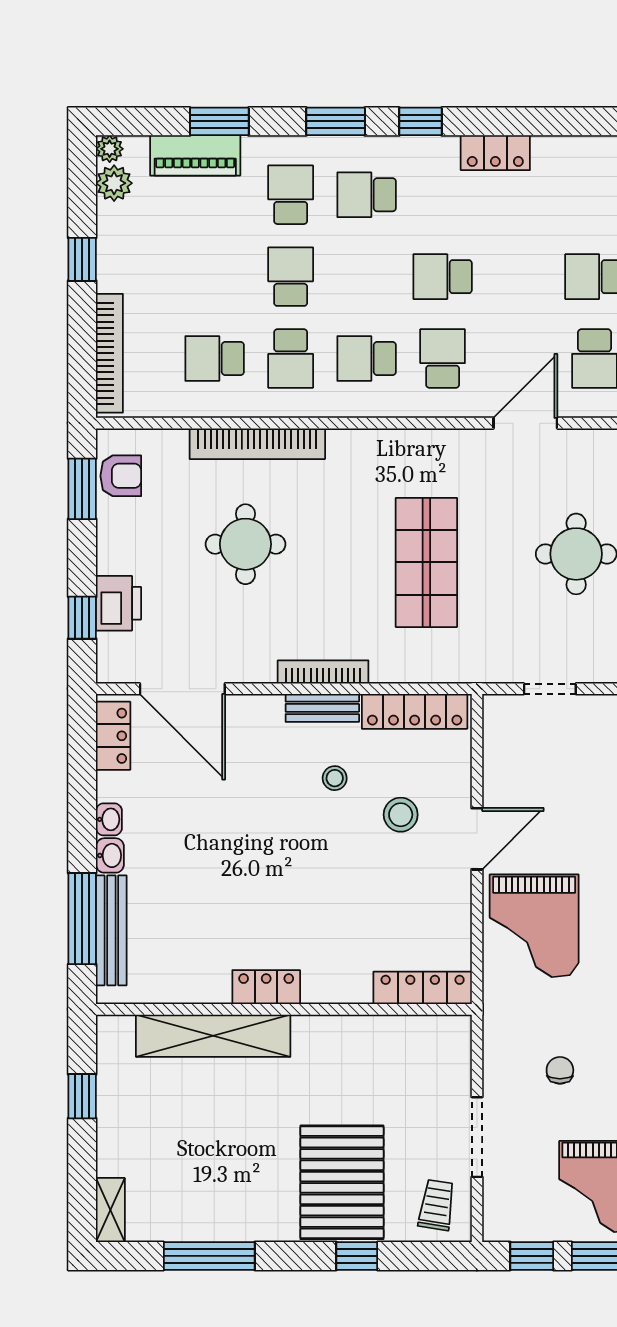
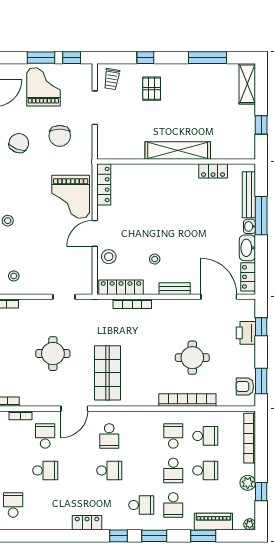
plant: (114, 183) -> (248, 483), moved
window: (82, 259) -> (261, 492), moved
school desk: (367, 358) -> (205, 470), moved
shop shelf: (426, 562) -> (107, 373), moved
bookcase: (323, 672) -> (132, 304), moved
bench: (322, 708) -> (175, 289), moved
stool: (401, 815) -> (109, 257), moved
washbasin: (109, 819) -> (247, 248), width x1.91, depth x1.45
window: (82, 919) -> (261, 216), moved
grand piano: (534, 926) -> (71, 197), turned 180
locker: (266, 987) -> (213, 171), moved
locker: (423, 988) -> (104, 184), moved, turned -90
shelving: (213, 1036) -> (178, 150), moved
chair: (560, 1070) -> (60, 136), width x1.87, depth x1.87
pallet: (342, 1182) -> (152, 89), width x0.49, depth x0.50
shelving: (110, 1210) -> (247, 84), width x1.50, depth x1.33

